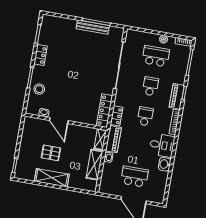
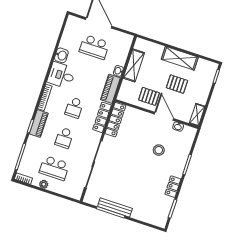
stool: (39, 89) -> (159, 150), moved
locker: (117, 116) -> (102, 117), width x1.53
pallet: (76, 137) -> (149, 96), added
shelving: (100, 139) -> (197, 115), moved

